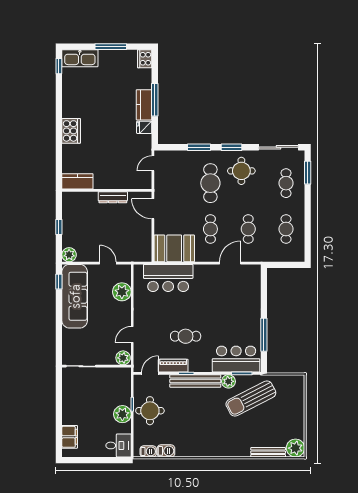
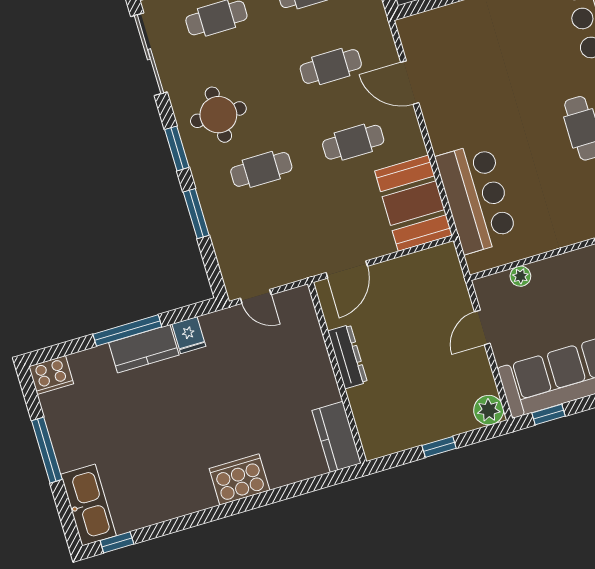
cafe table: (210, 183) -> (261, 169), width x0.73, depth x0.74
plant: (122, 292) -> (520, 276), width x0.53, depth x0.53

